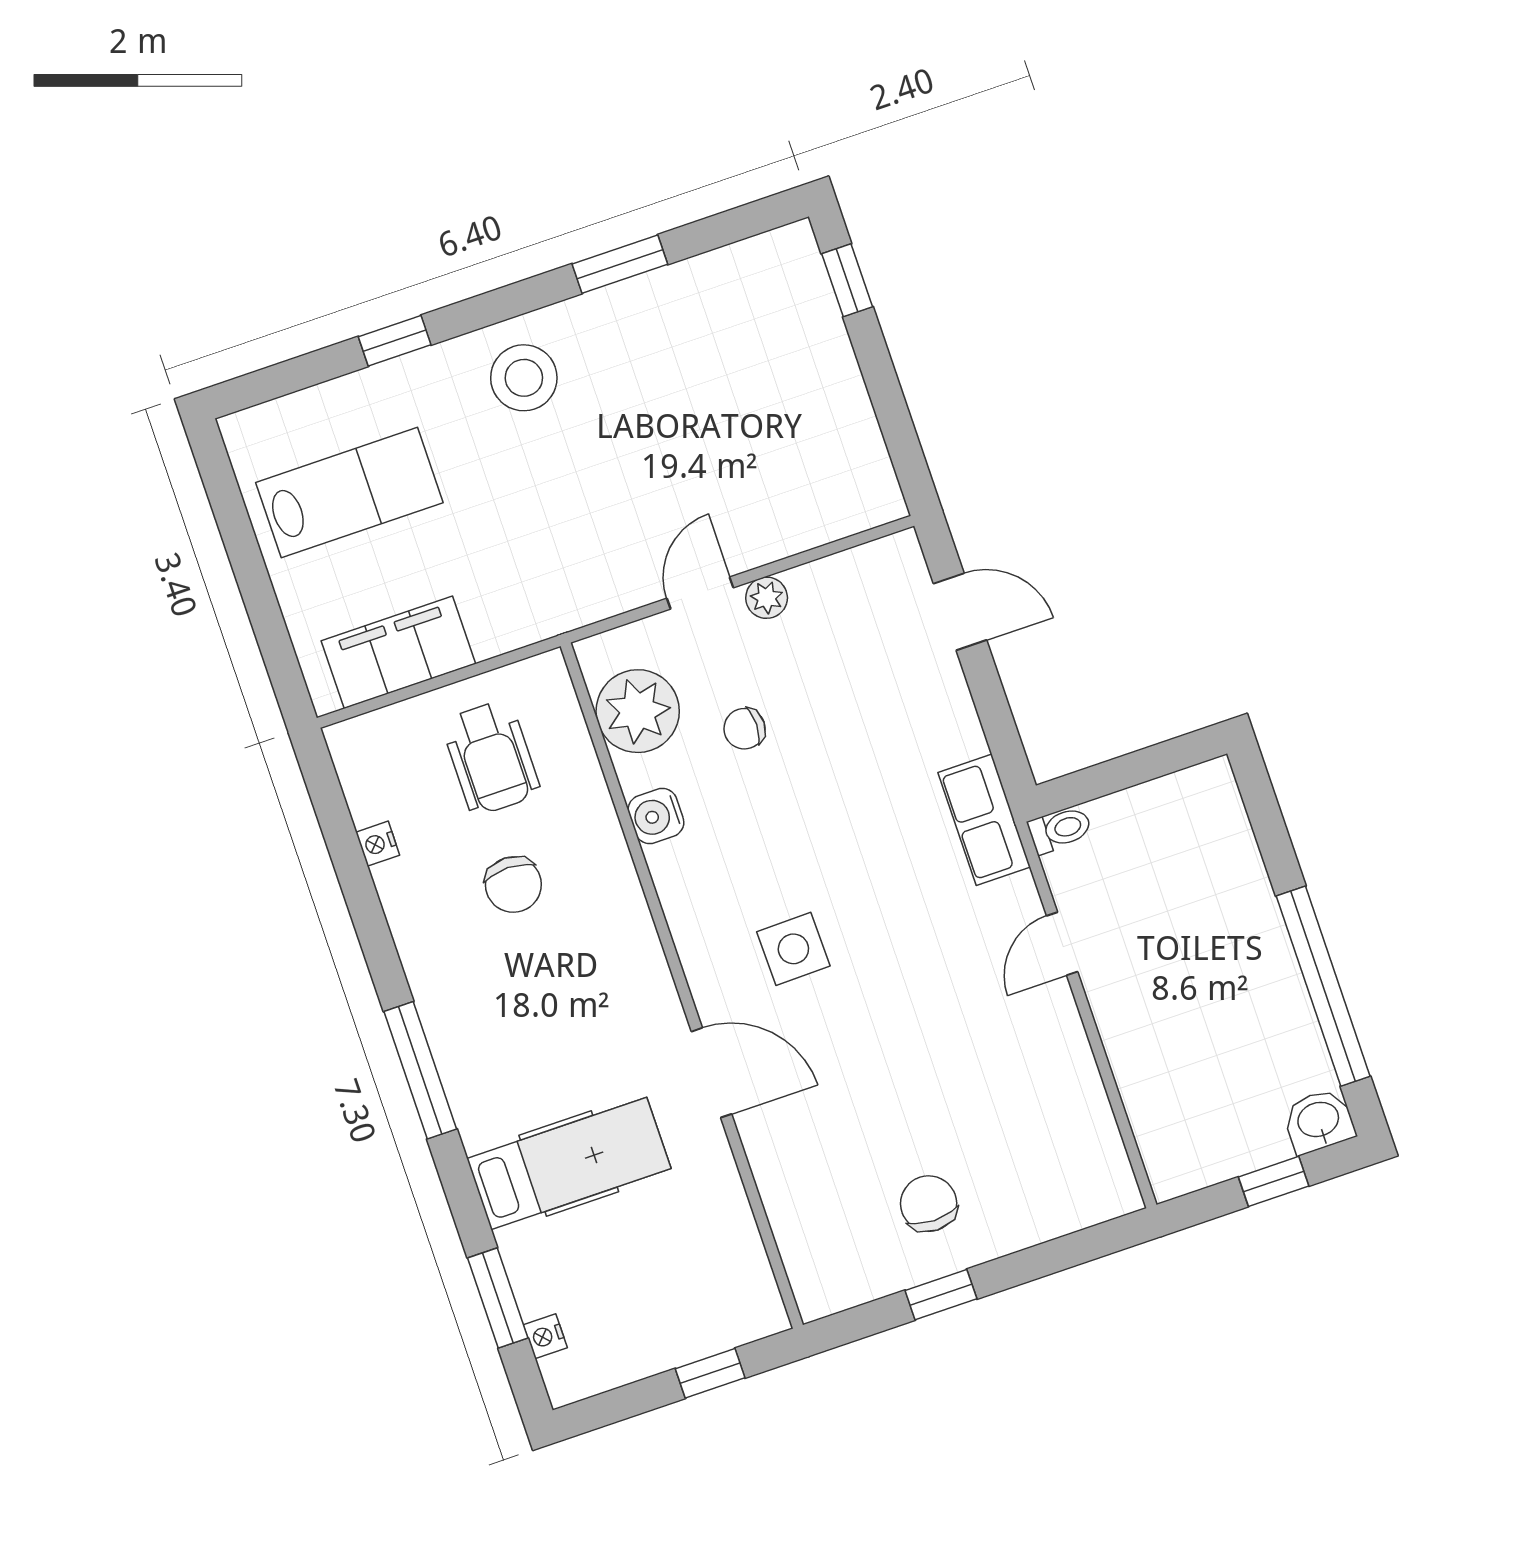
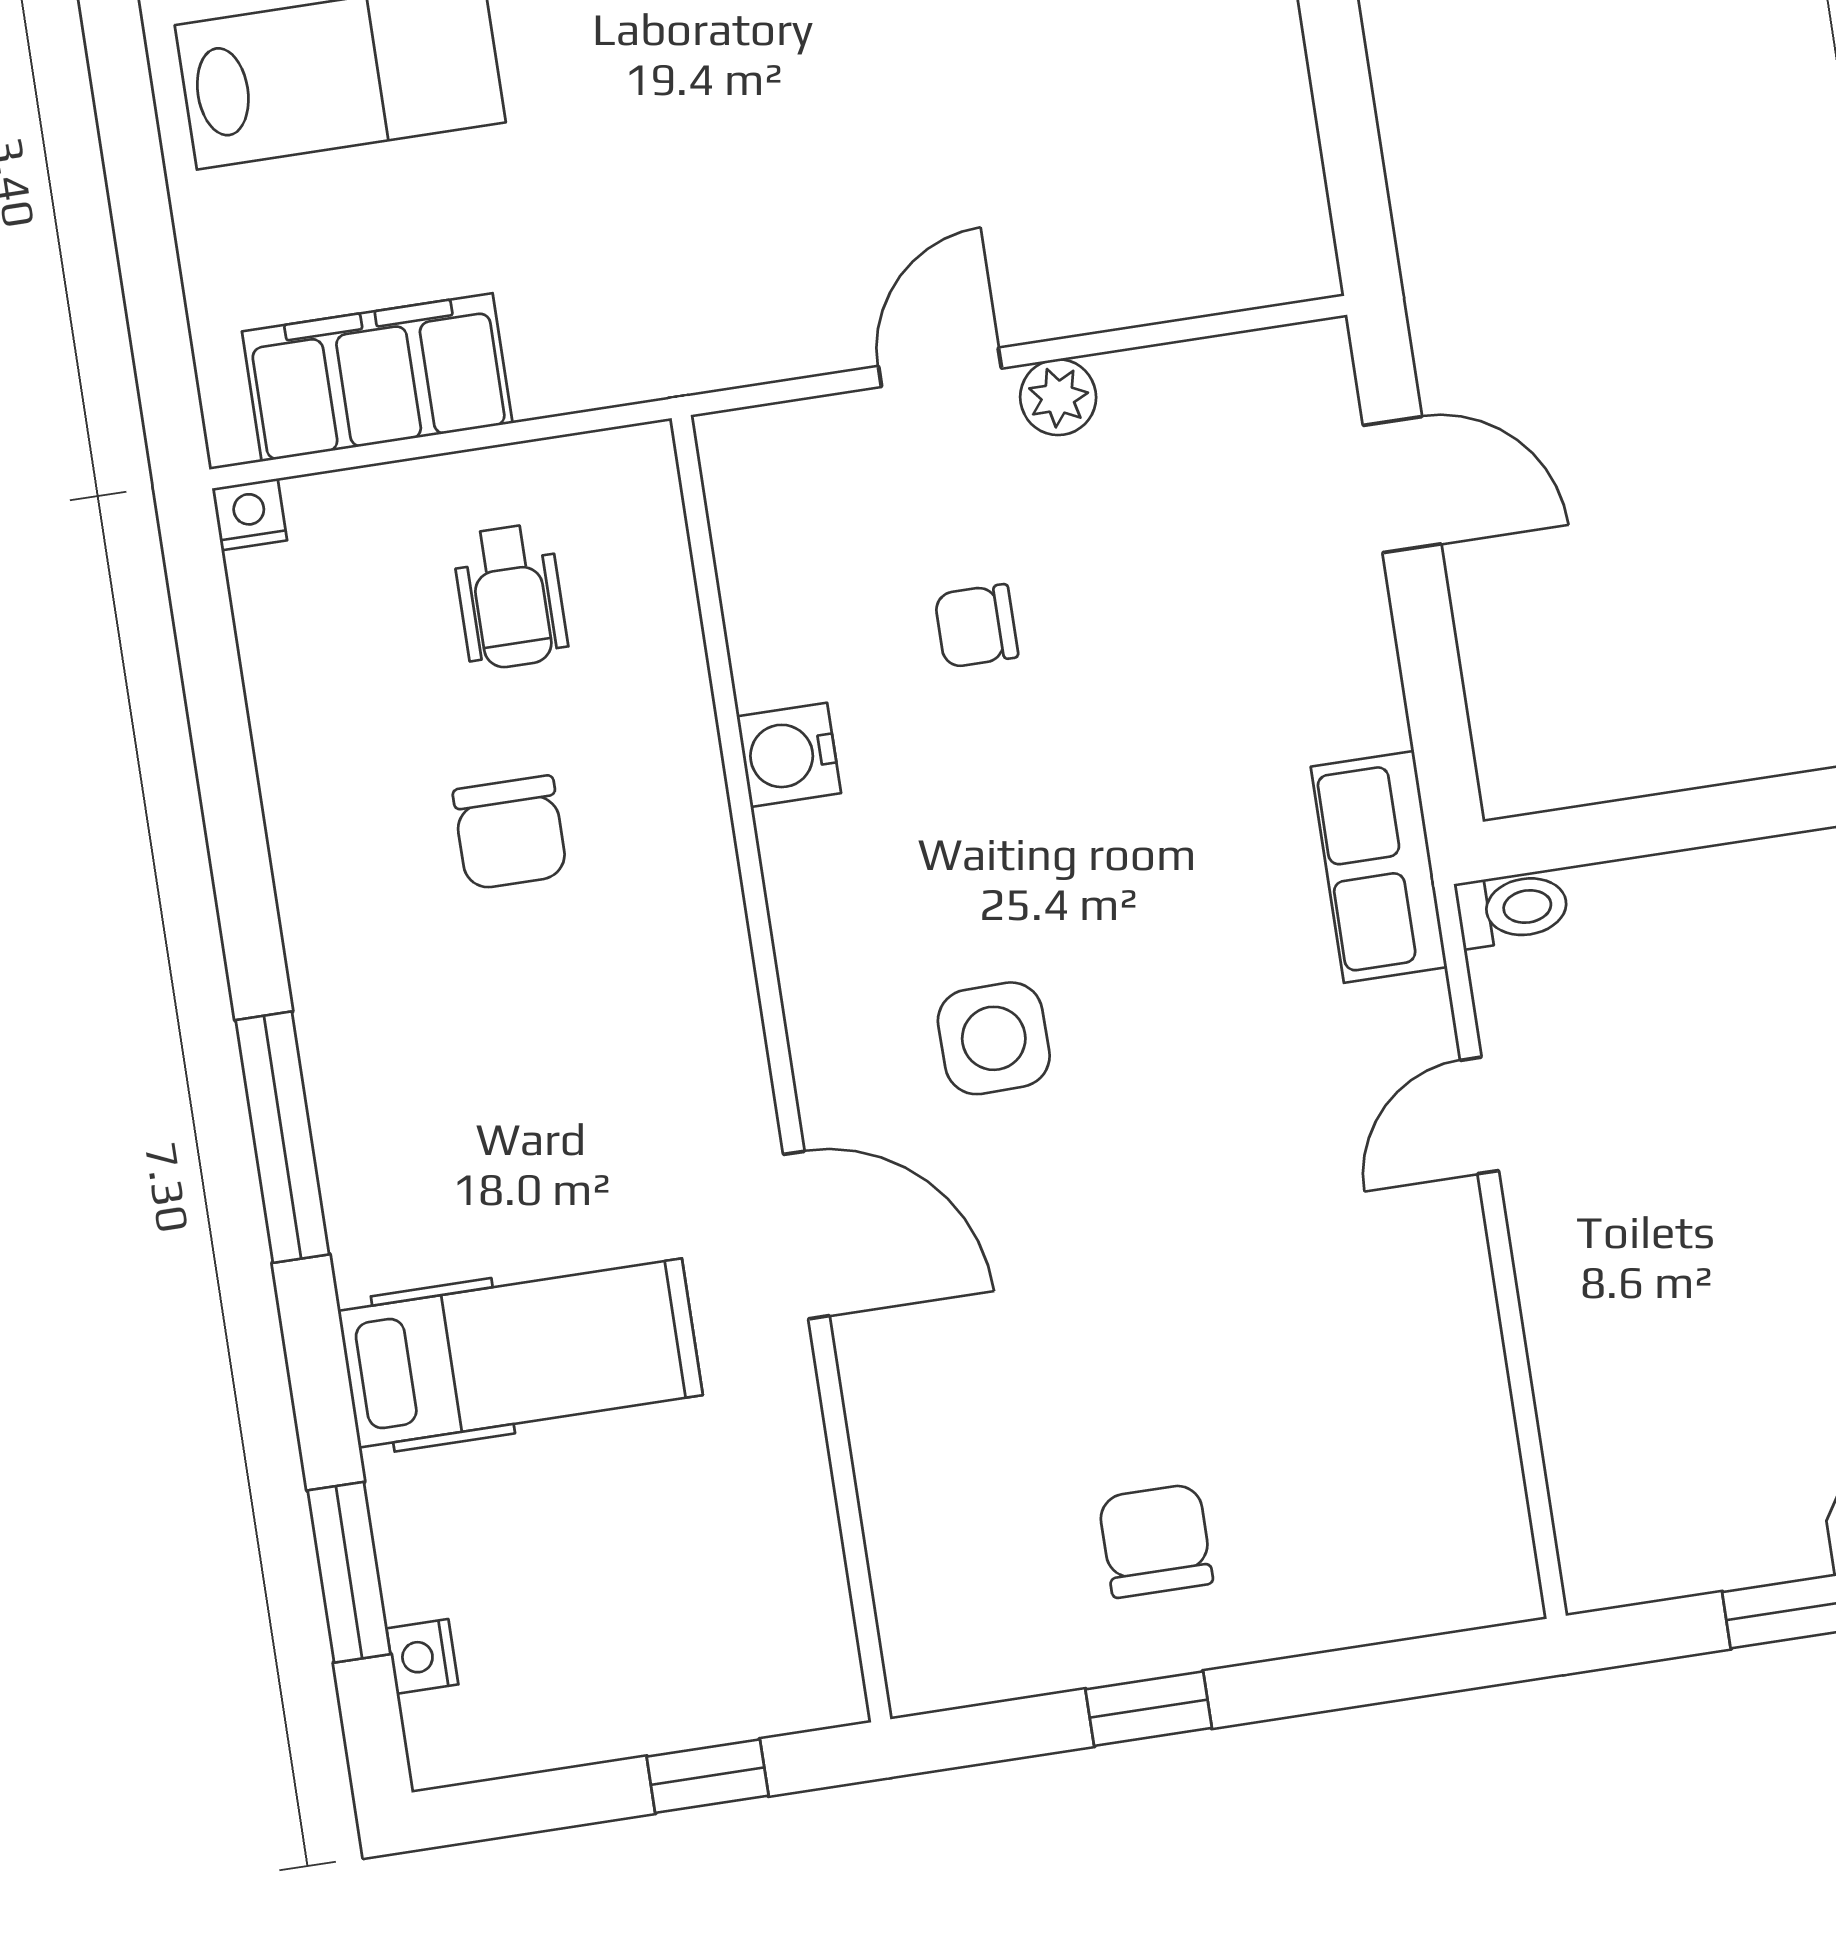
plant: (638, 711) -> (790, 560), removed
wheelchair: (491, 758) -> (510, 597), width x0.73, depth x0.73
nightstand: (378, 844) -> (250, 514), moved, turned 90

